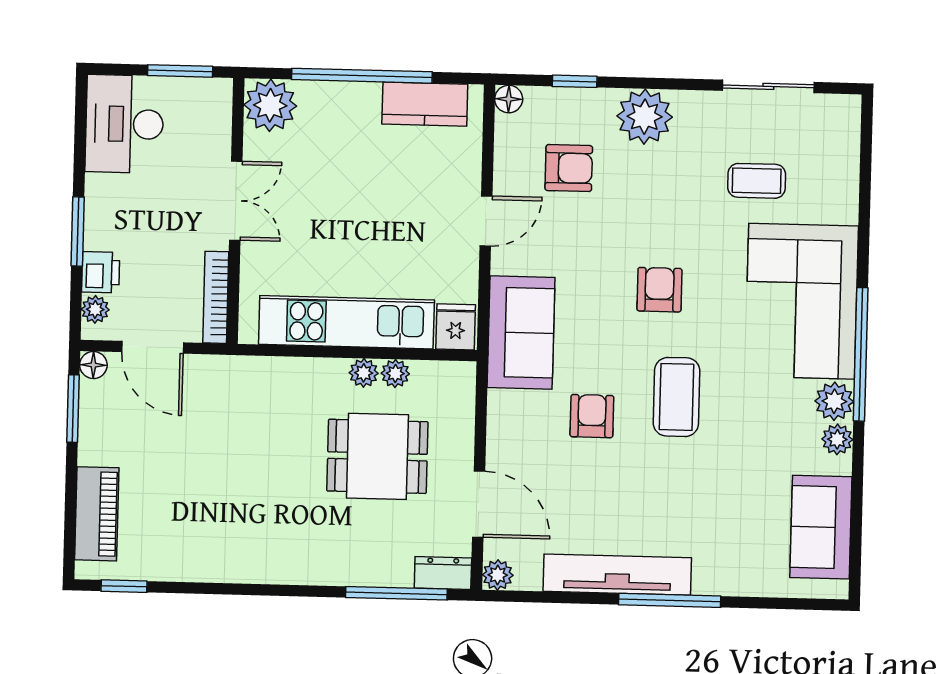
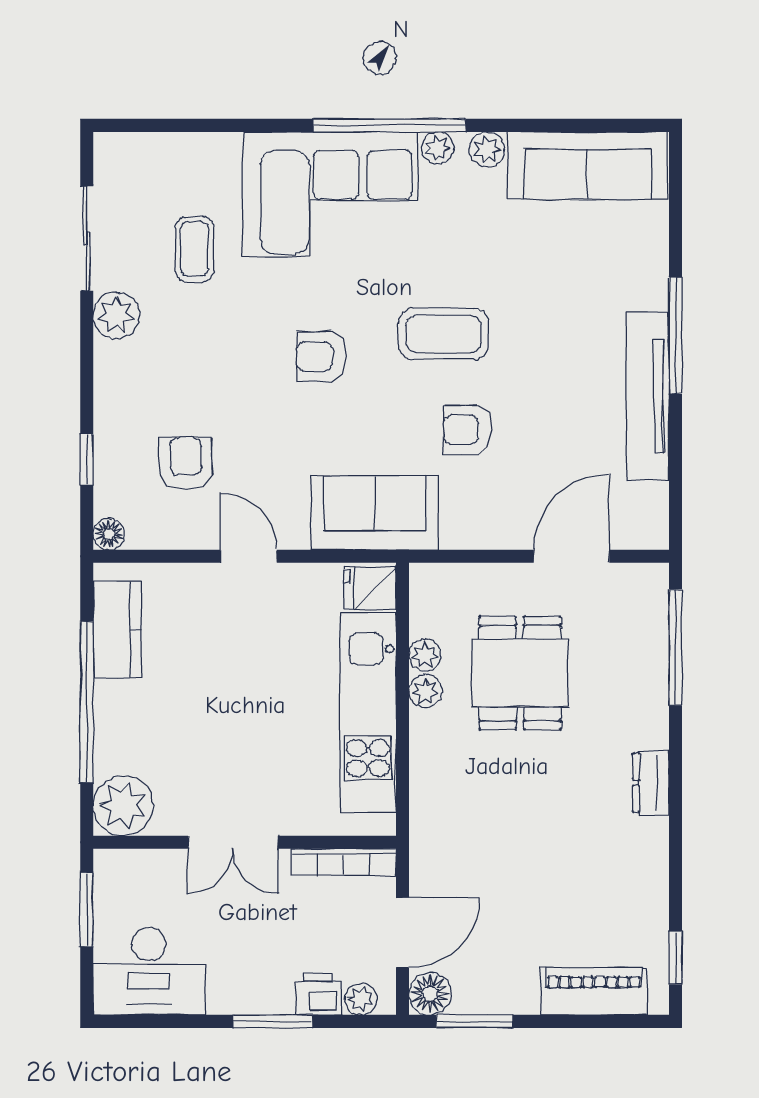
plant: (645, 117) -> (116, 315), moved, width x0.73, depth x0.73
double door: (236, 201) -> (233, 842), swing flipped
floor lamp: (93, 365) -> (430, 994), width x1.37, depth x1.37
plant: (834, 401) -> (438, 148), width x0.73, depth x0.73
sofa: (821, 527) -> (587, 166), width x1.36
dresser: (443, 573) -> (651, 783), moved
plant: (498, 575) -> (652, 532), removed

